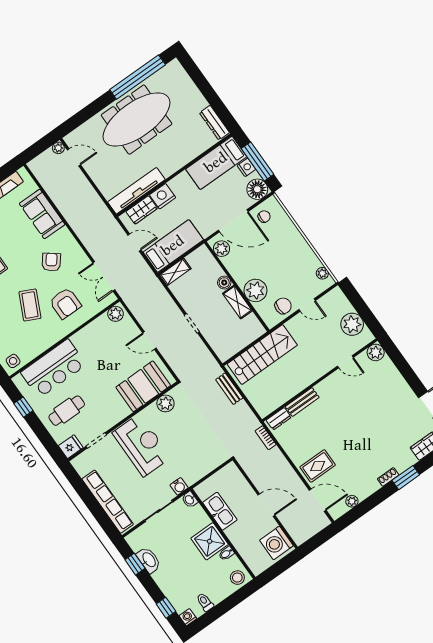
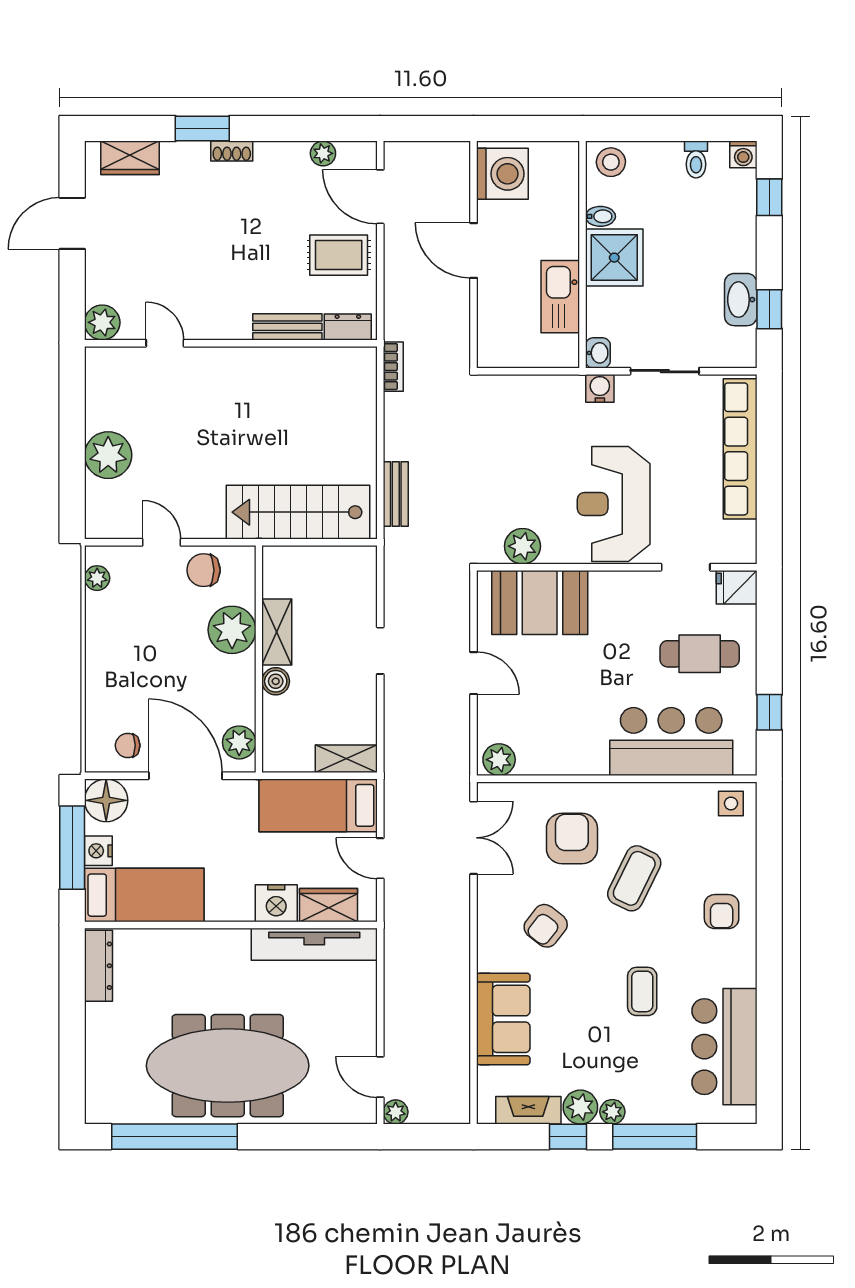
plant: (376, 352) -> (102, 322), moved
door: (345, 362) -> (165, 343), moved
wall: (320, 380) -> (231, 343), moved
bench: (302, 402) -> (287, 327), moved
dresser: (279, 419) -> (348, 327), moved

